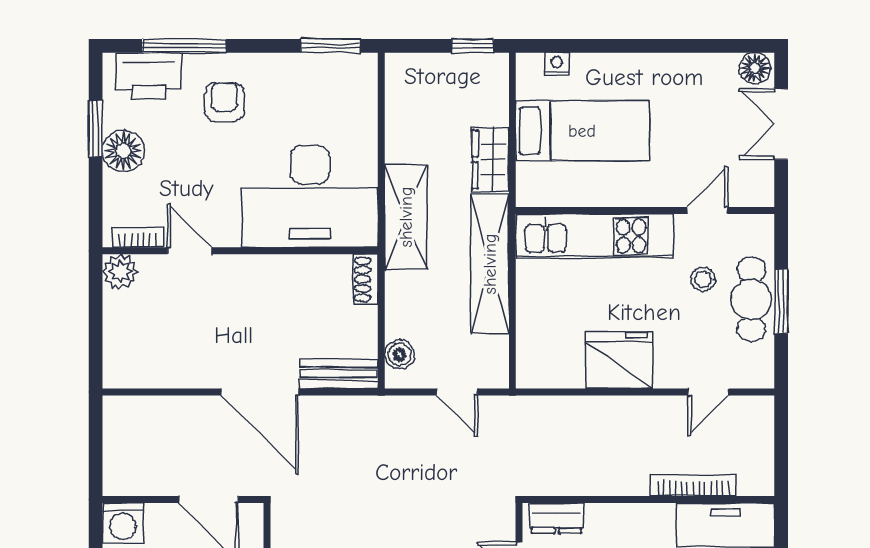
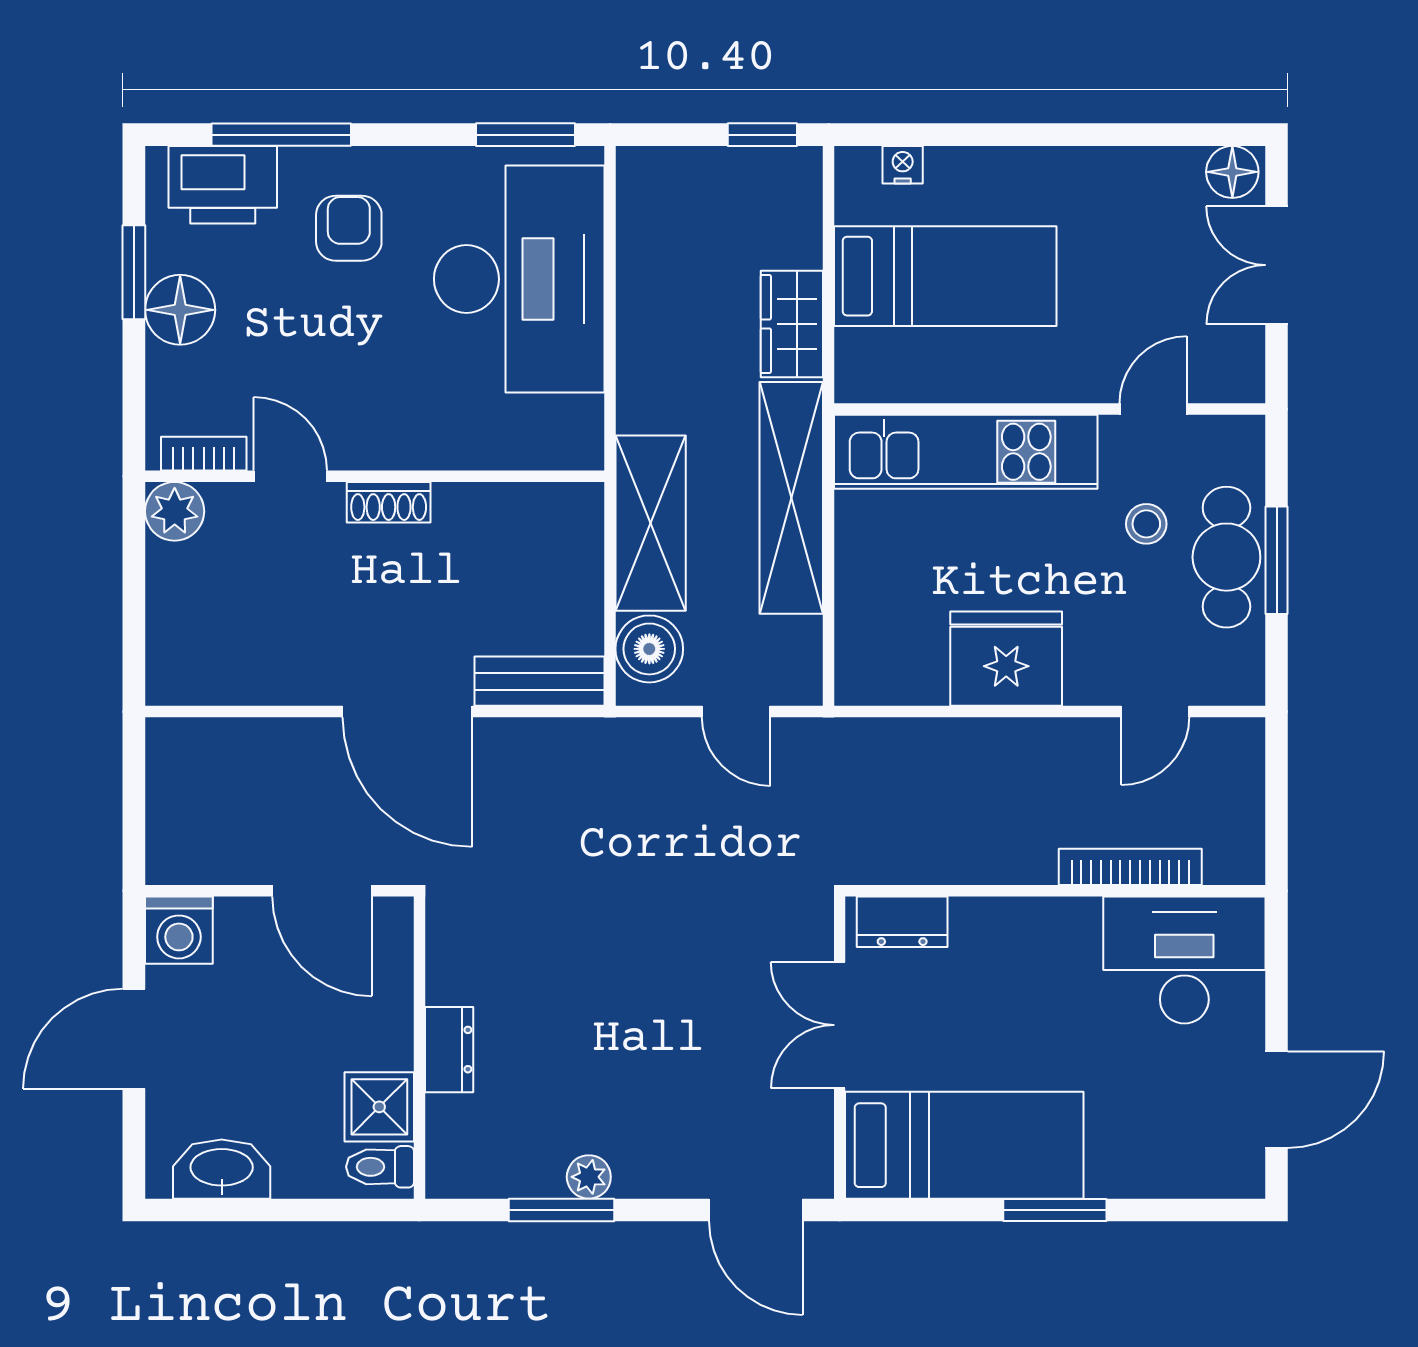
desk: (310, 196) -> (519, 279), moved, turned -90
shelving: (406, 217) -> (651, 523), moved
shoe rack: (366, 279) -> (389, 502), moved, turned -90
boiler: (399, 354) -> (649, 649), width x1.36, depth x1.36

